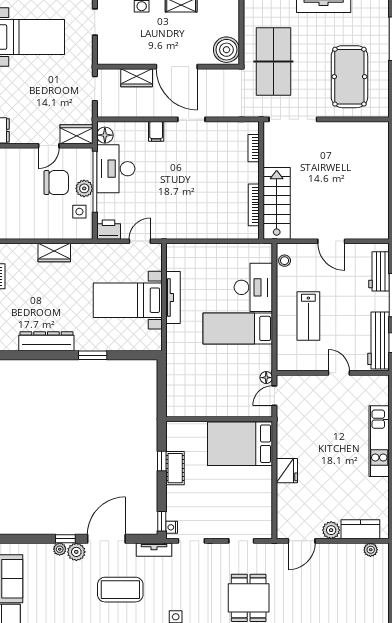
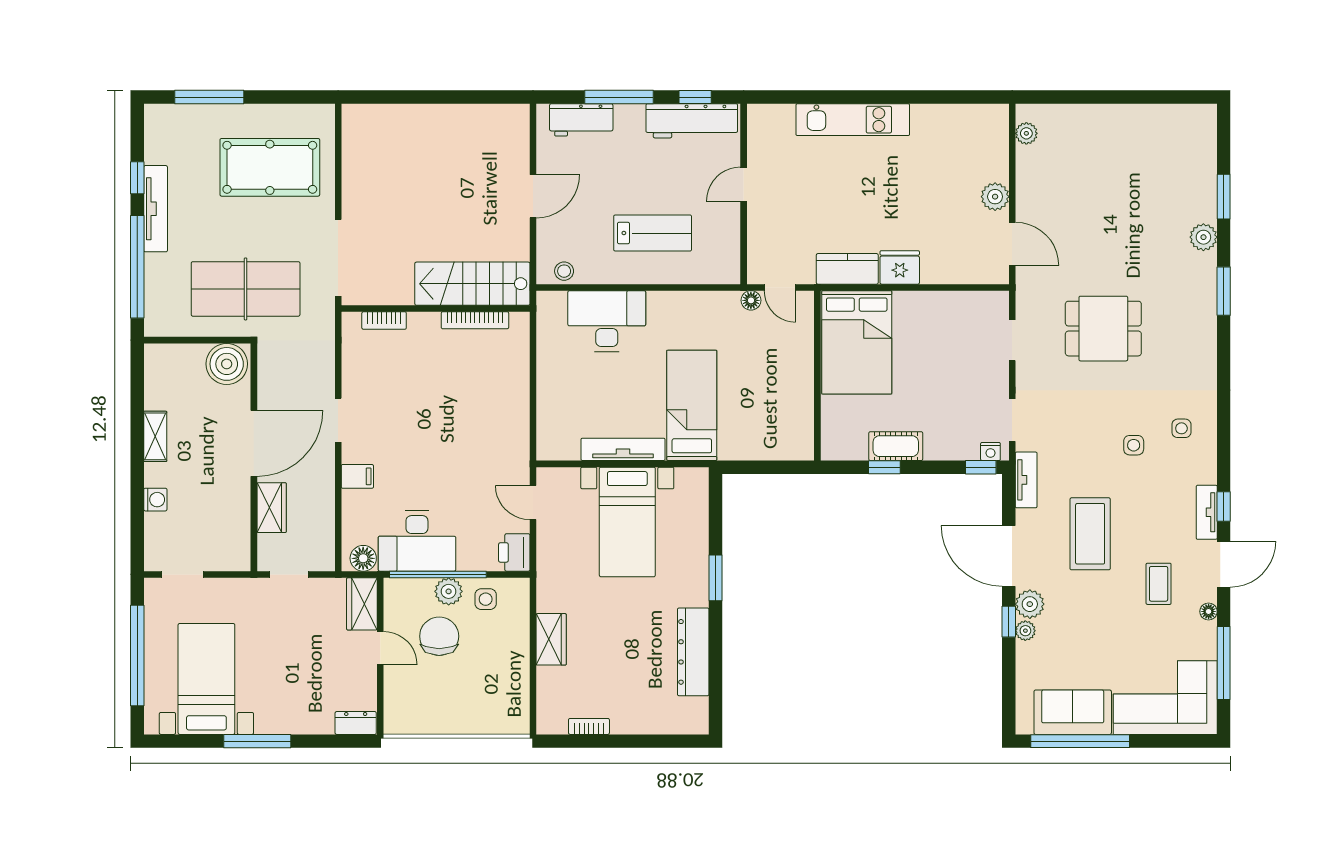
bed: (238, 328) -> (692, 405), moved, turned 180
kitchen counter: (360, 529) -> (847, 269), moved, turned 90

